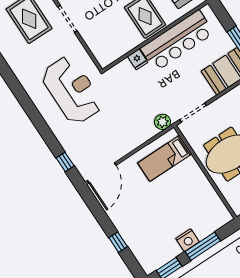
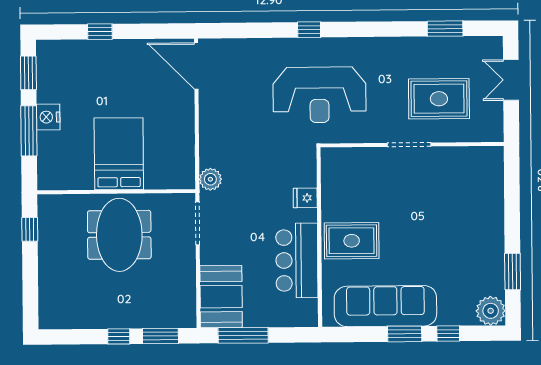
bar counter: (177, 41) -> (297, 260), width x0.73
bed: (165, 158) -> (119, 154), moved, width x1.50
window: (65, 162) -> (309, 30), moved

